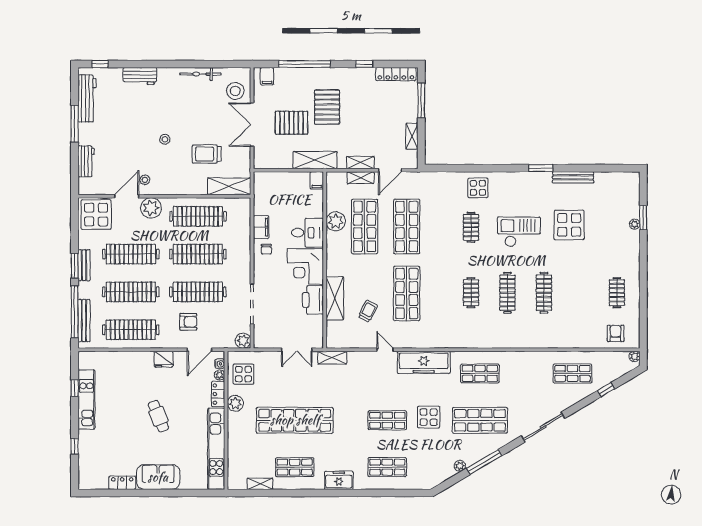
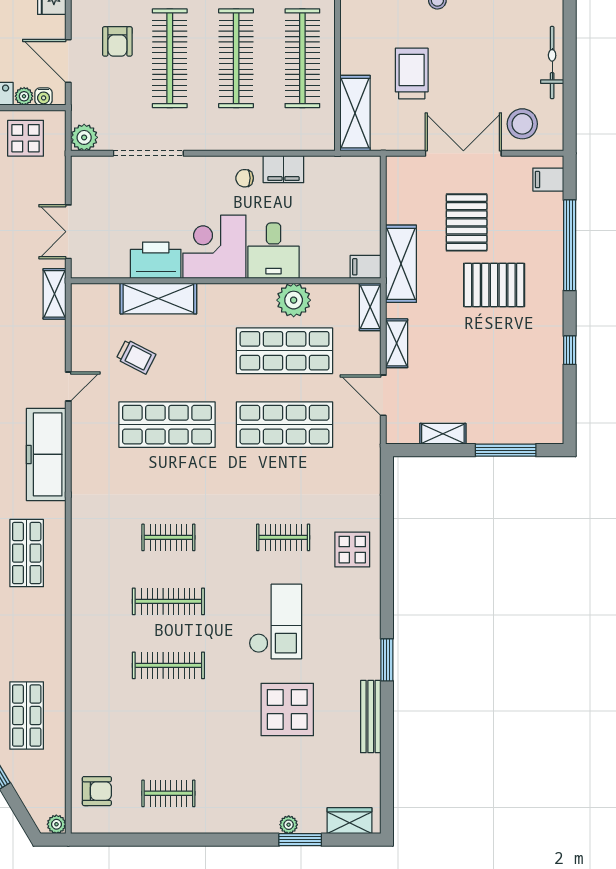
locker: (396, 74) -> (552, 406), removed
shelving: (361, 178) -> (370, 307), moved
wardrobe: (632, 189) -> (349, 821), added

